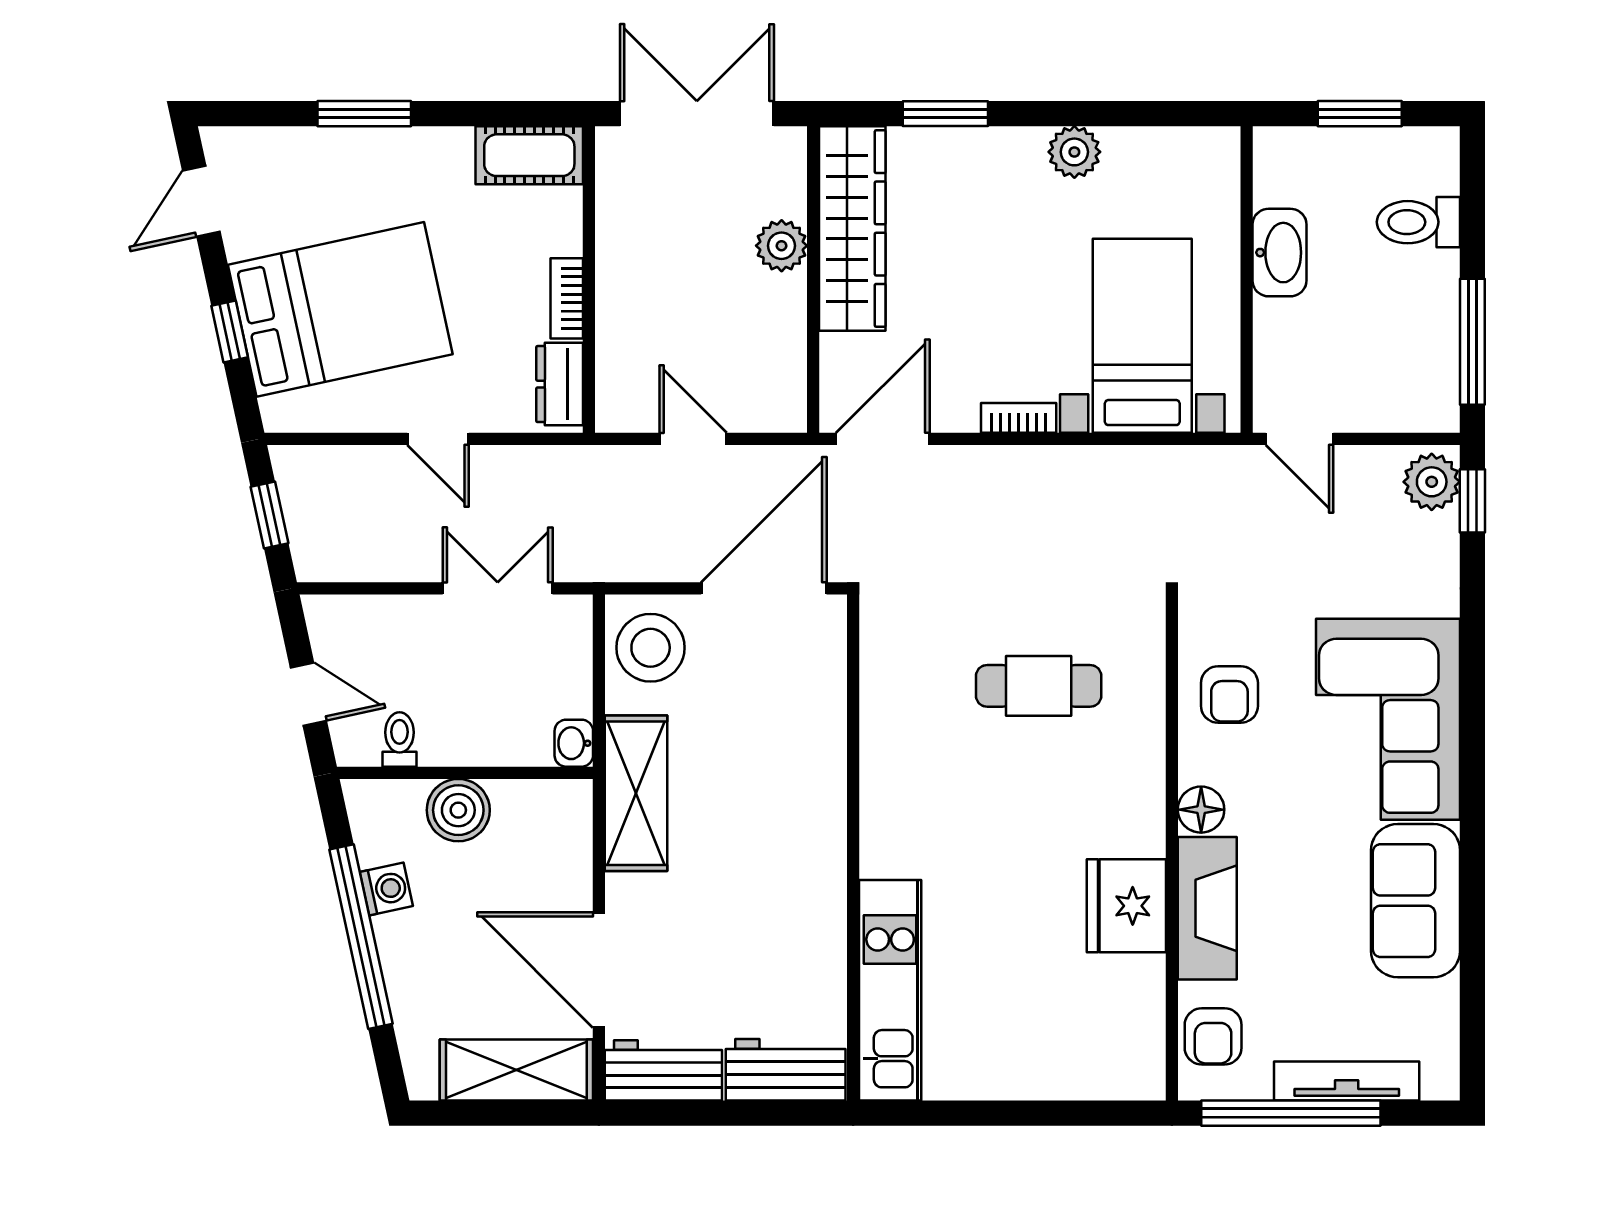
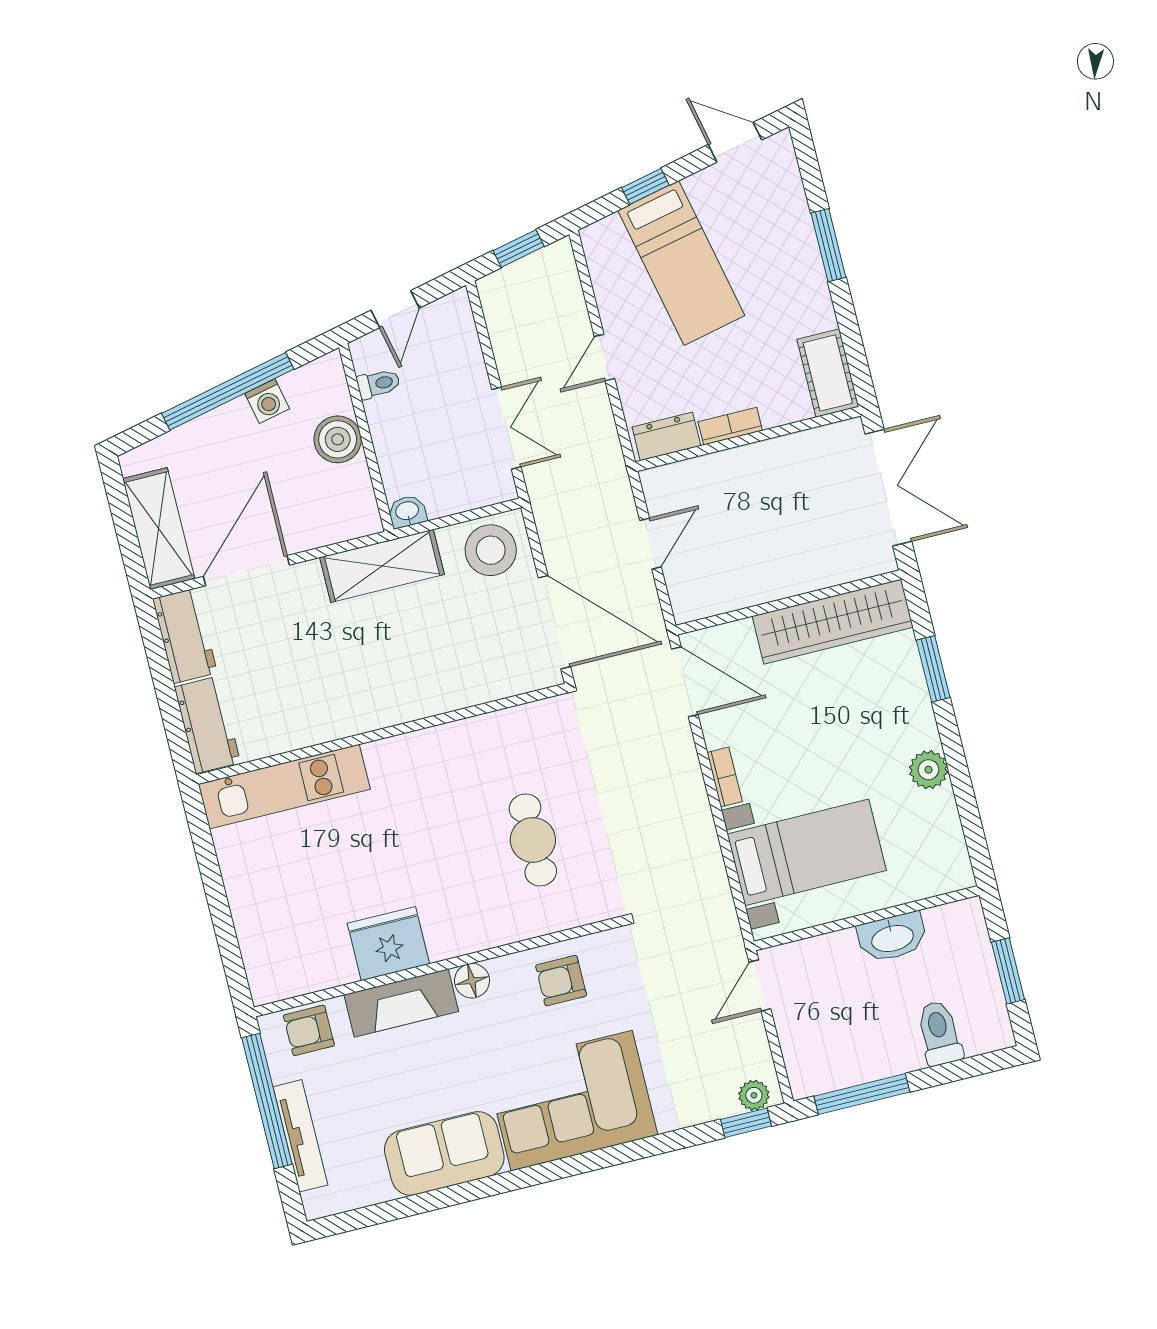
plant: (782, 246) -> (807, 573), removed
bed: (340, 309) -> (681, 263), width x0.67
plant: (1432, 482) -> (754, 1095), width x0.73, depth x0.73

